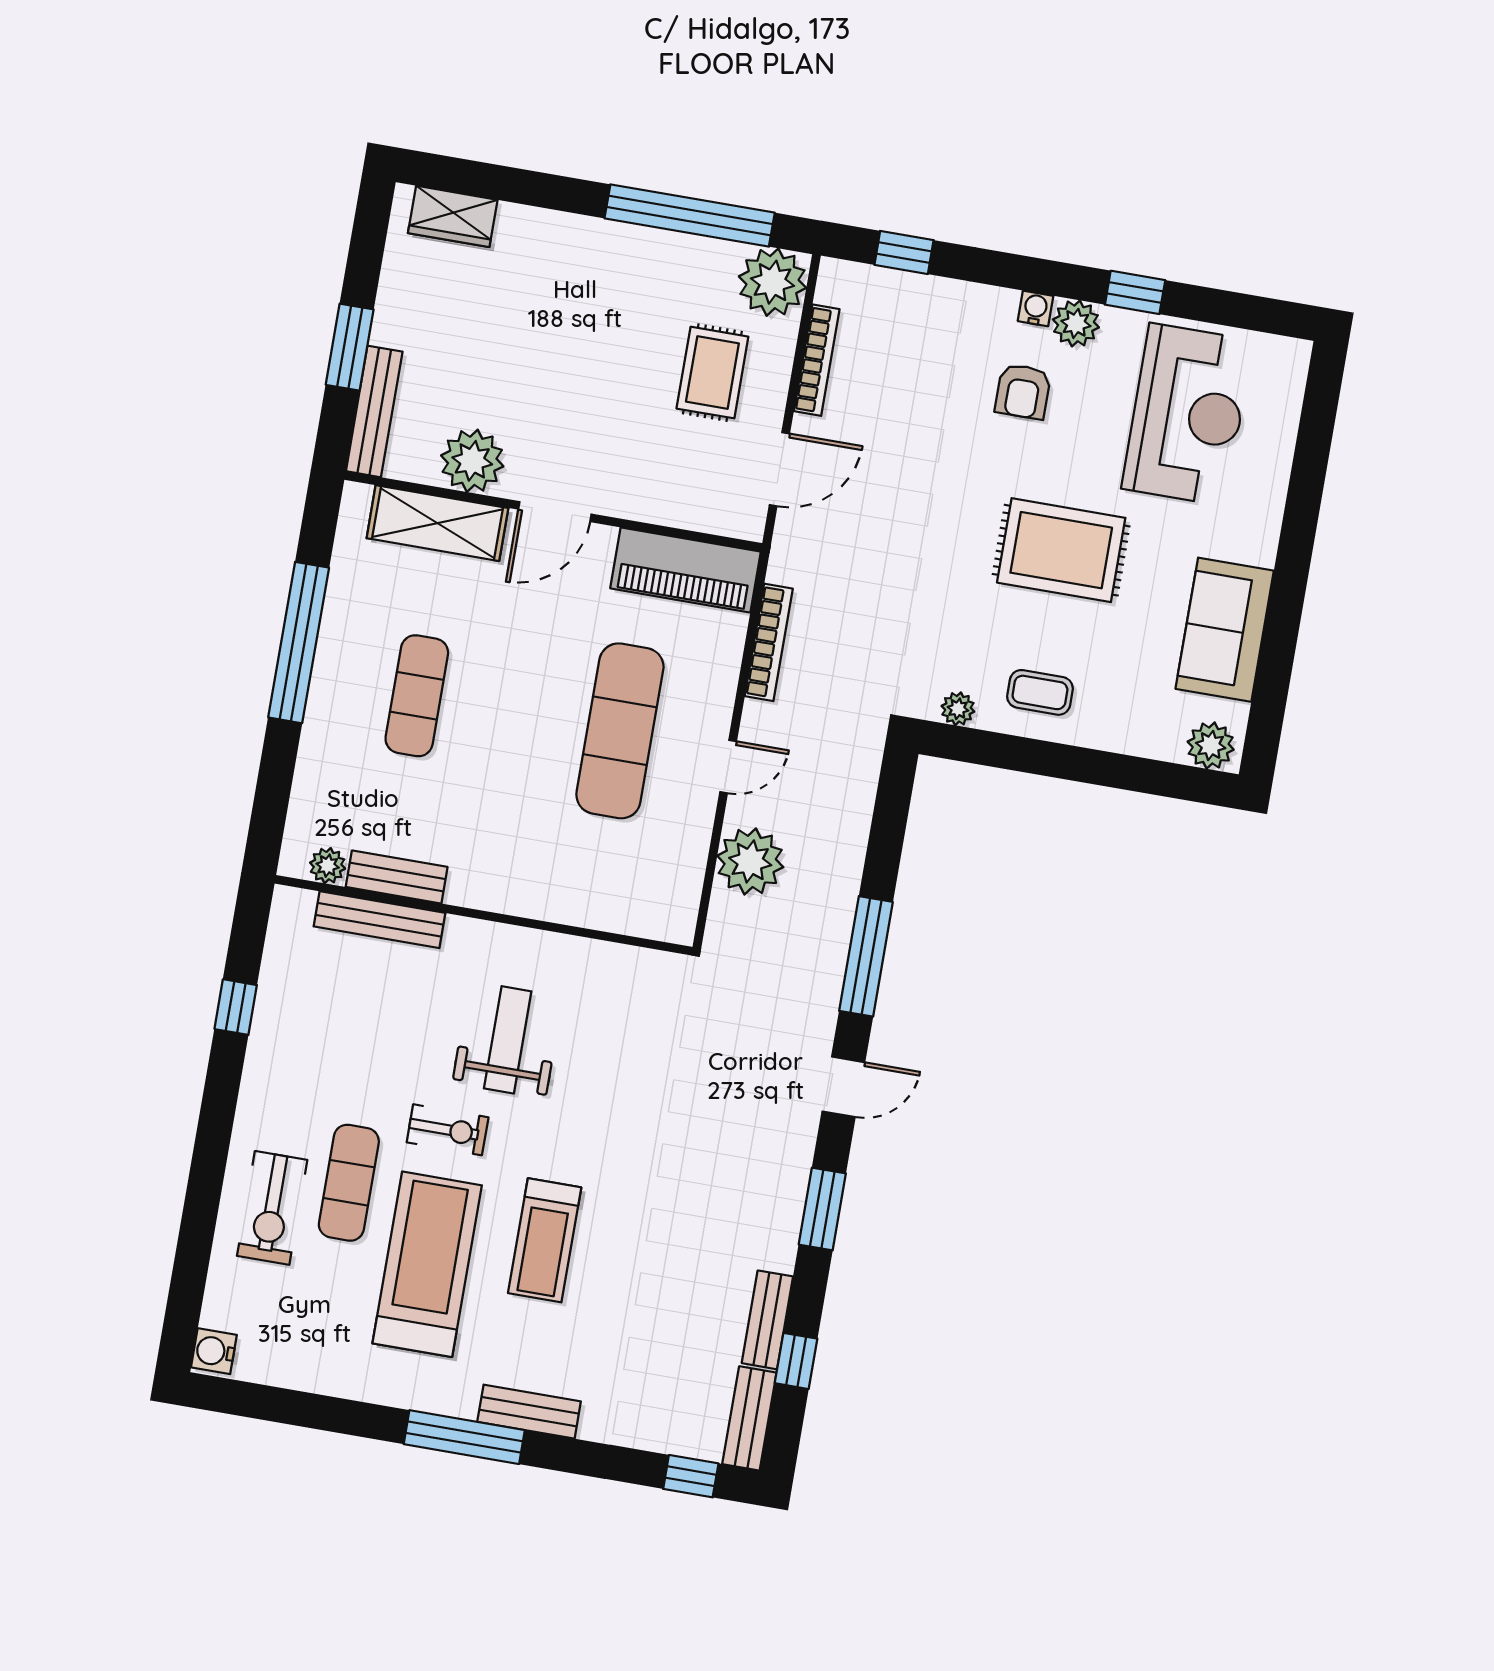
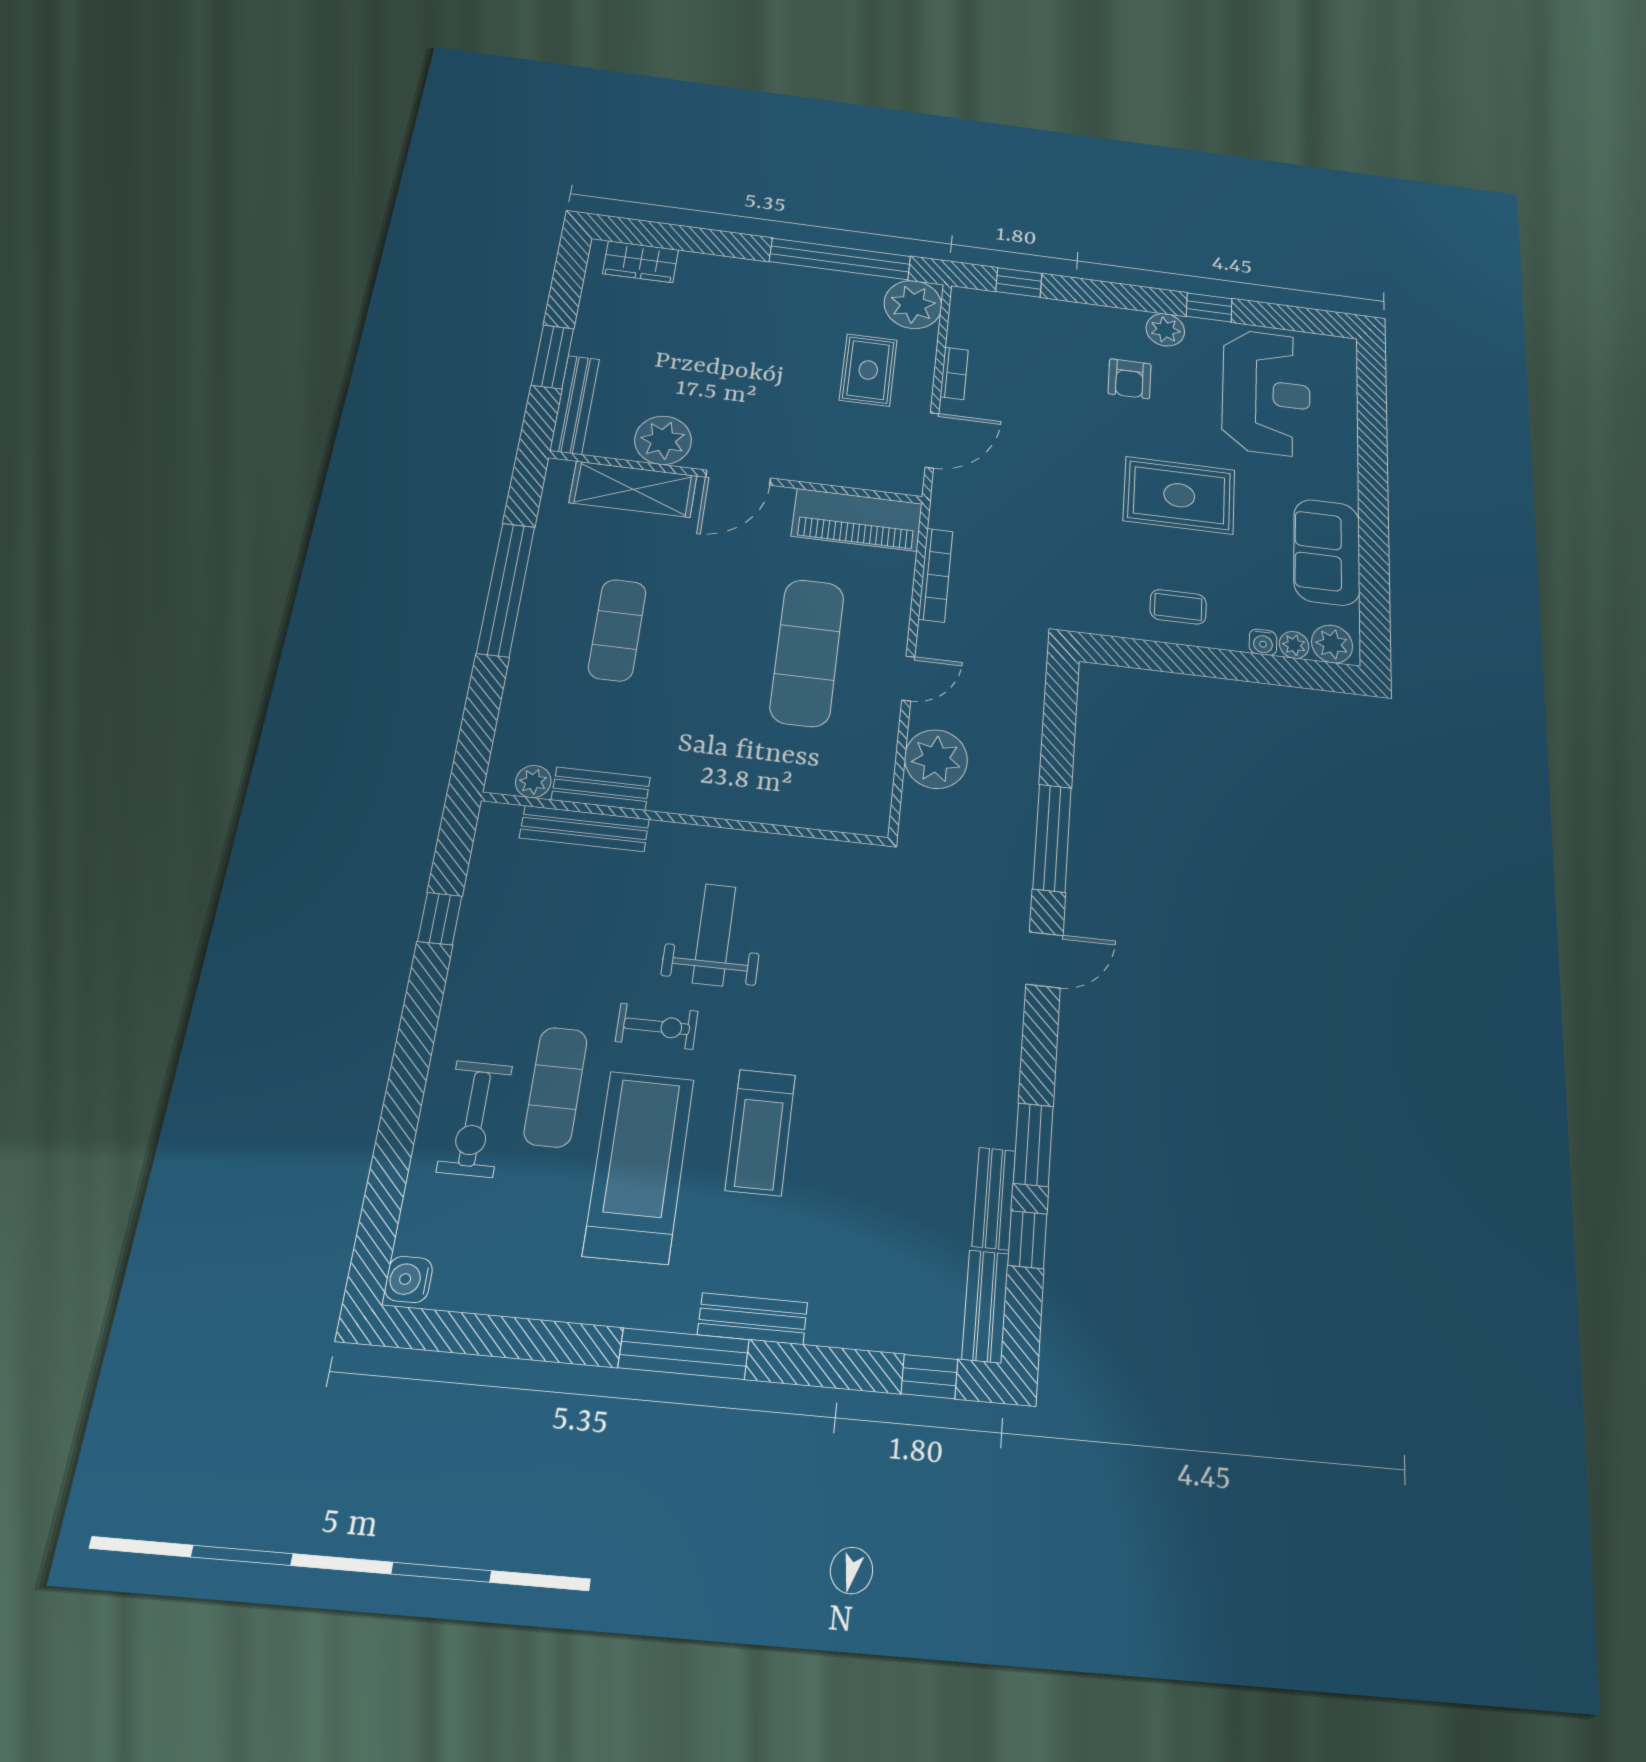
water cooler: (1036, 308) -> (1263, 642), moved, turned 180
bookcase: (817, 360) -> (954, 373), width x0.64
plant: (958, 709) -> (1294, 645), moved
window: (822, 1209) -> (1033, 1145), moved

